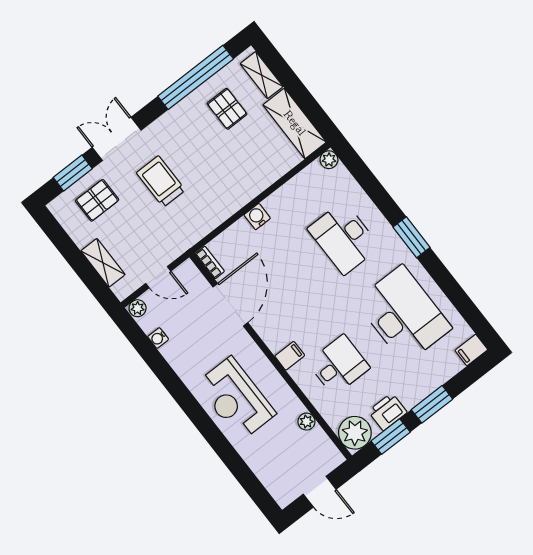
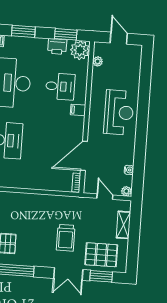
pallet: (97, 200) -> (101, 255), width x1.50, depth x1.42
water cooler: (257, 217) -> (37, 184), removed
desk: (339, 365) -> (60, 86), turned 180
window: (432, 404) -> (23, 31), moved
plant: (306, 422) -> (98, 61), moved

